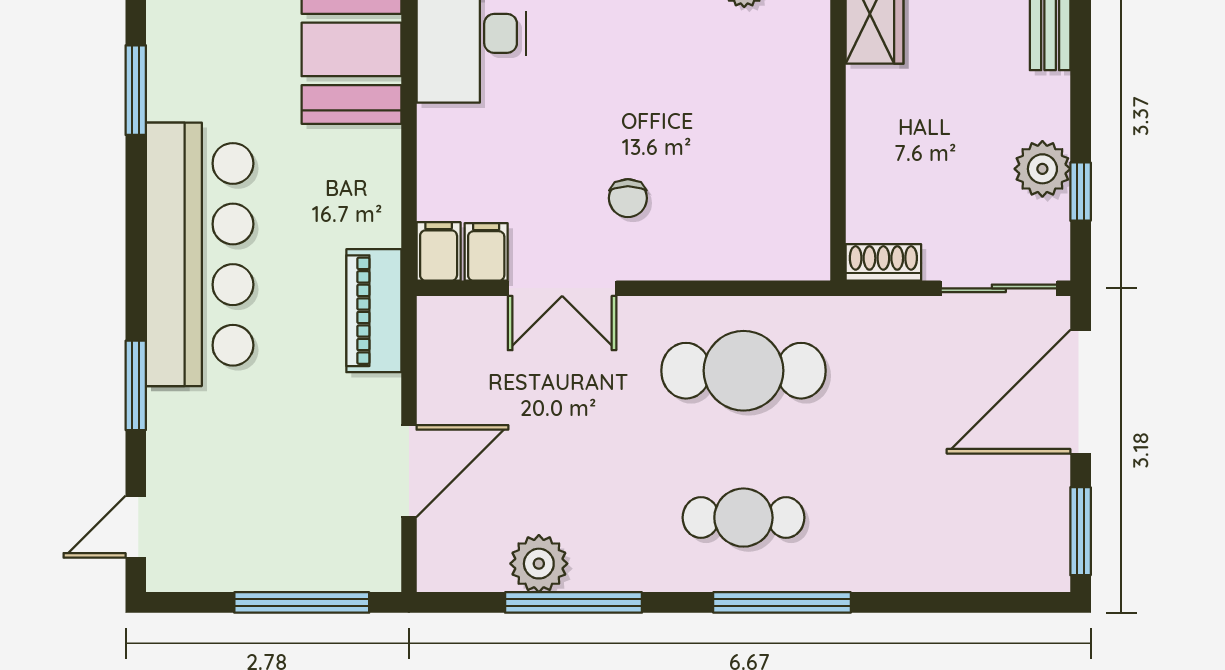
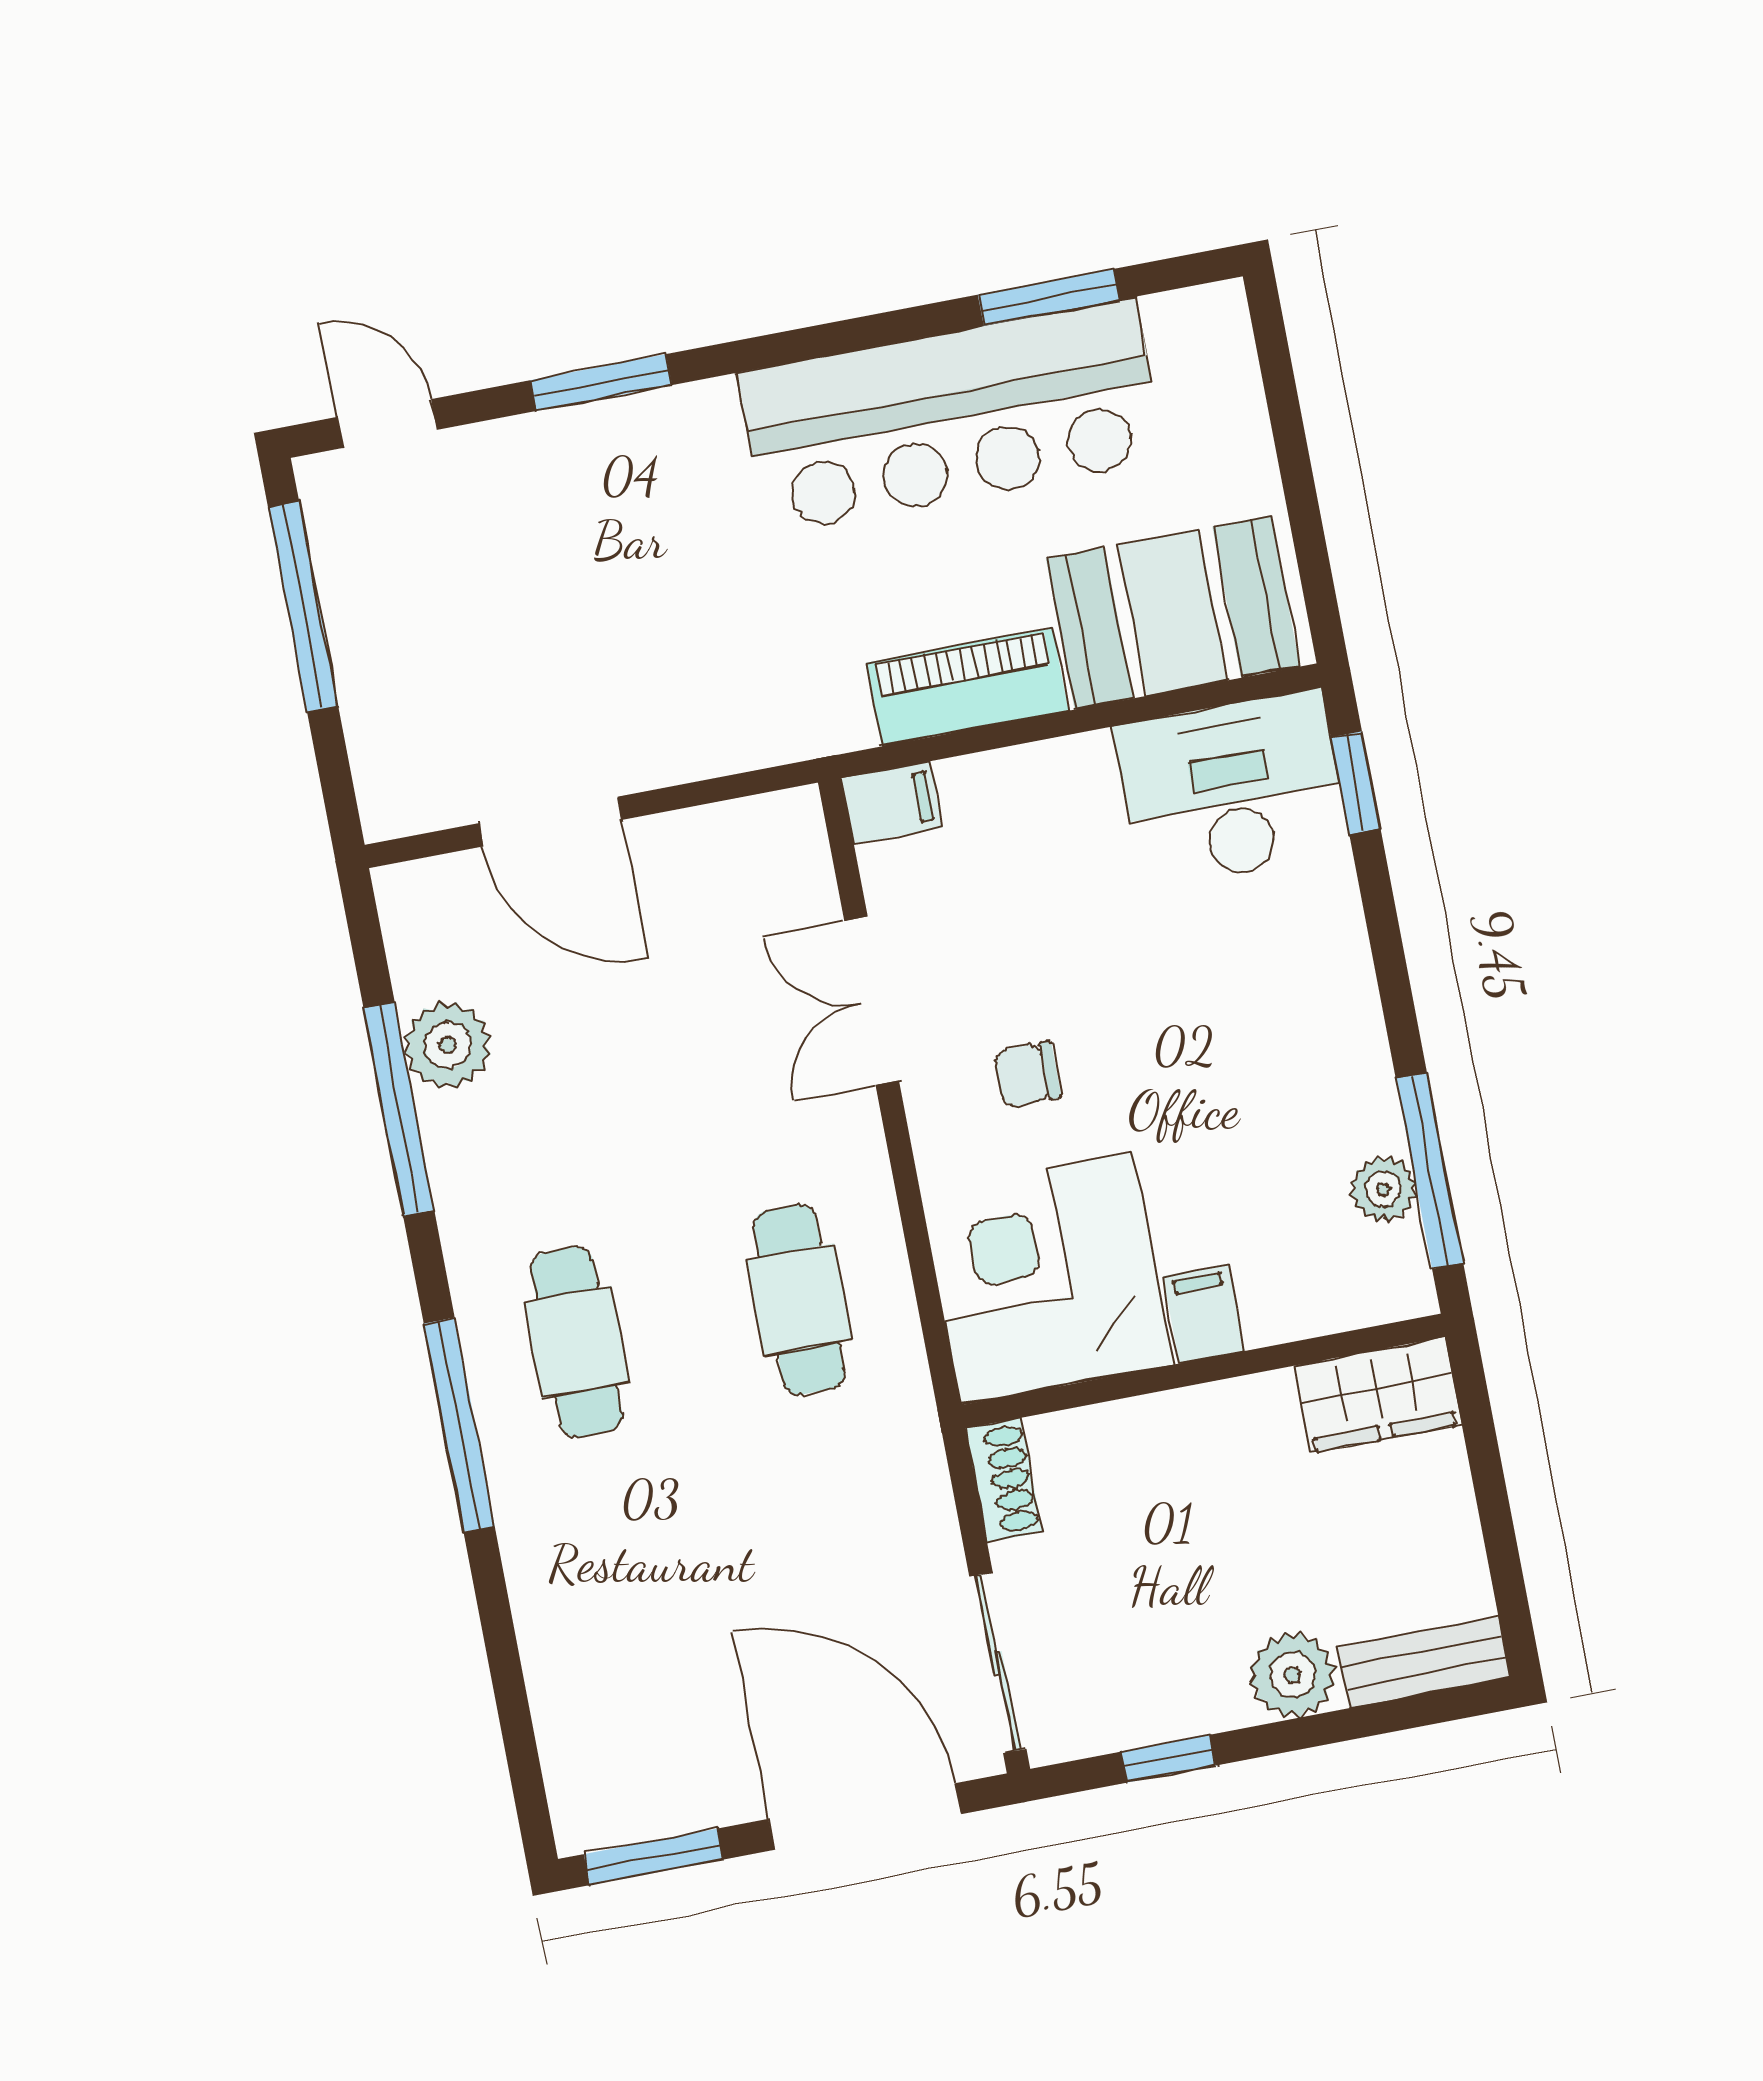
plant: (1042, 169) -> (1293, 1675), moved
corner desk: (760, 211) -> (1047, 1279), added
filing cabinet: (486, 252) -> (1204, 1314), moved, turned -90
bar counter: (200, 254) -> (952, 416), moved
piano: (374, 311) -> (967, 687), moved
cafe table: (743, 371) -> (799, 1300), width x0.73, depth x0.74
window: (302, 602) -> (303, 607), moved

